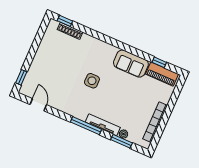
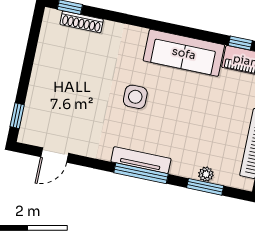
sofa: (131, 64) -> (184, 53), width x1.36
door: (38, 105) -> (55, 155), swing flipped
tv unit: (103, 125) -> (141, 160), moved

